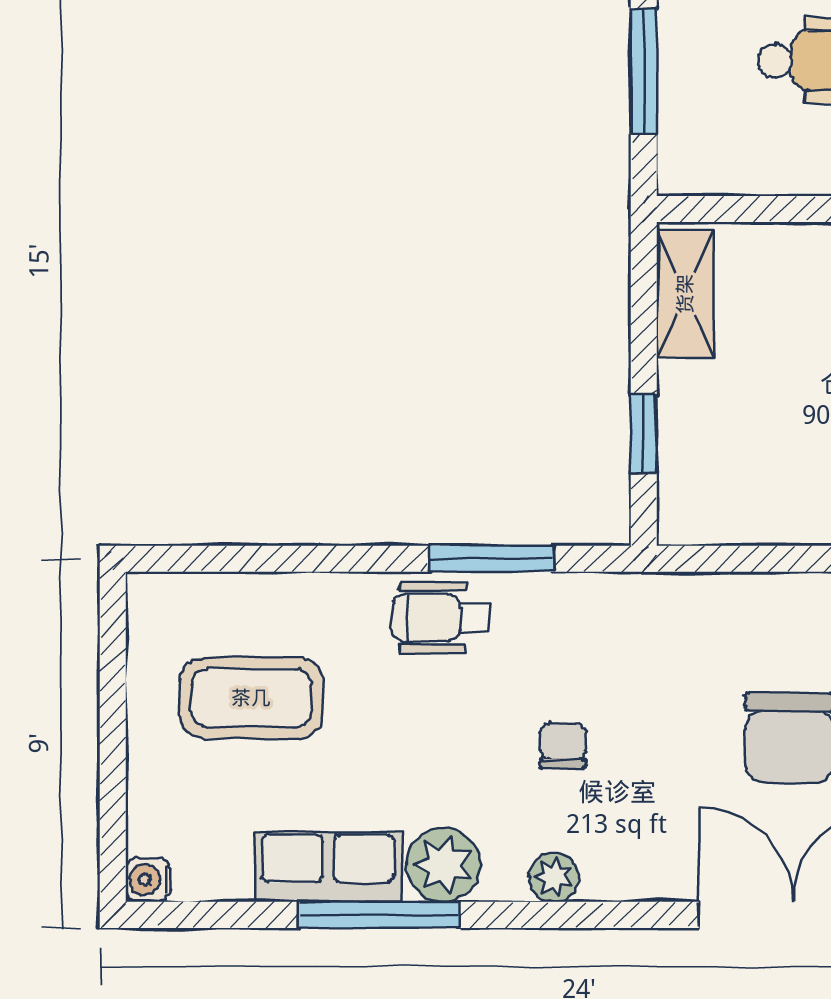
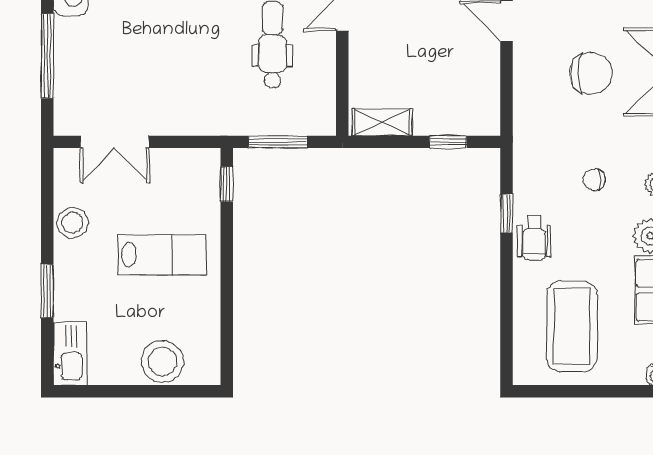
window: (491, 559) -> (506, 213), width x0.67
coffee table: (251, 698) -> (572, 326), width x1.36, depth x1.32

